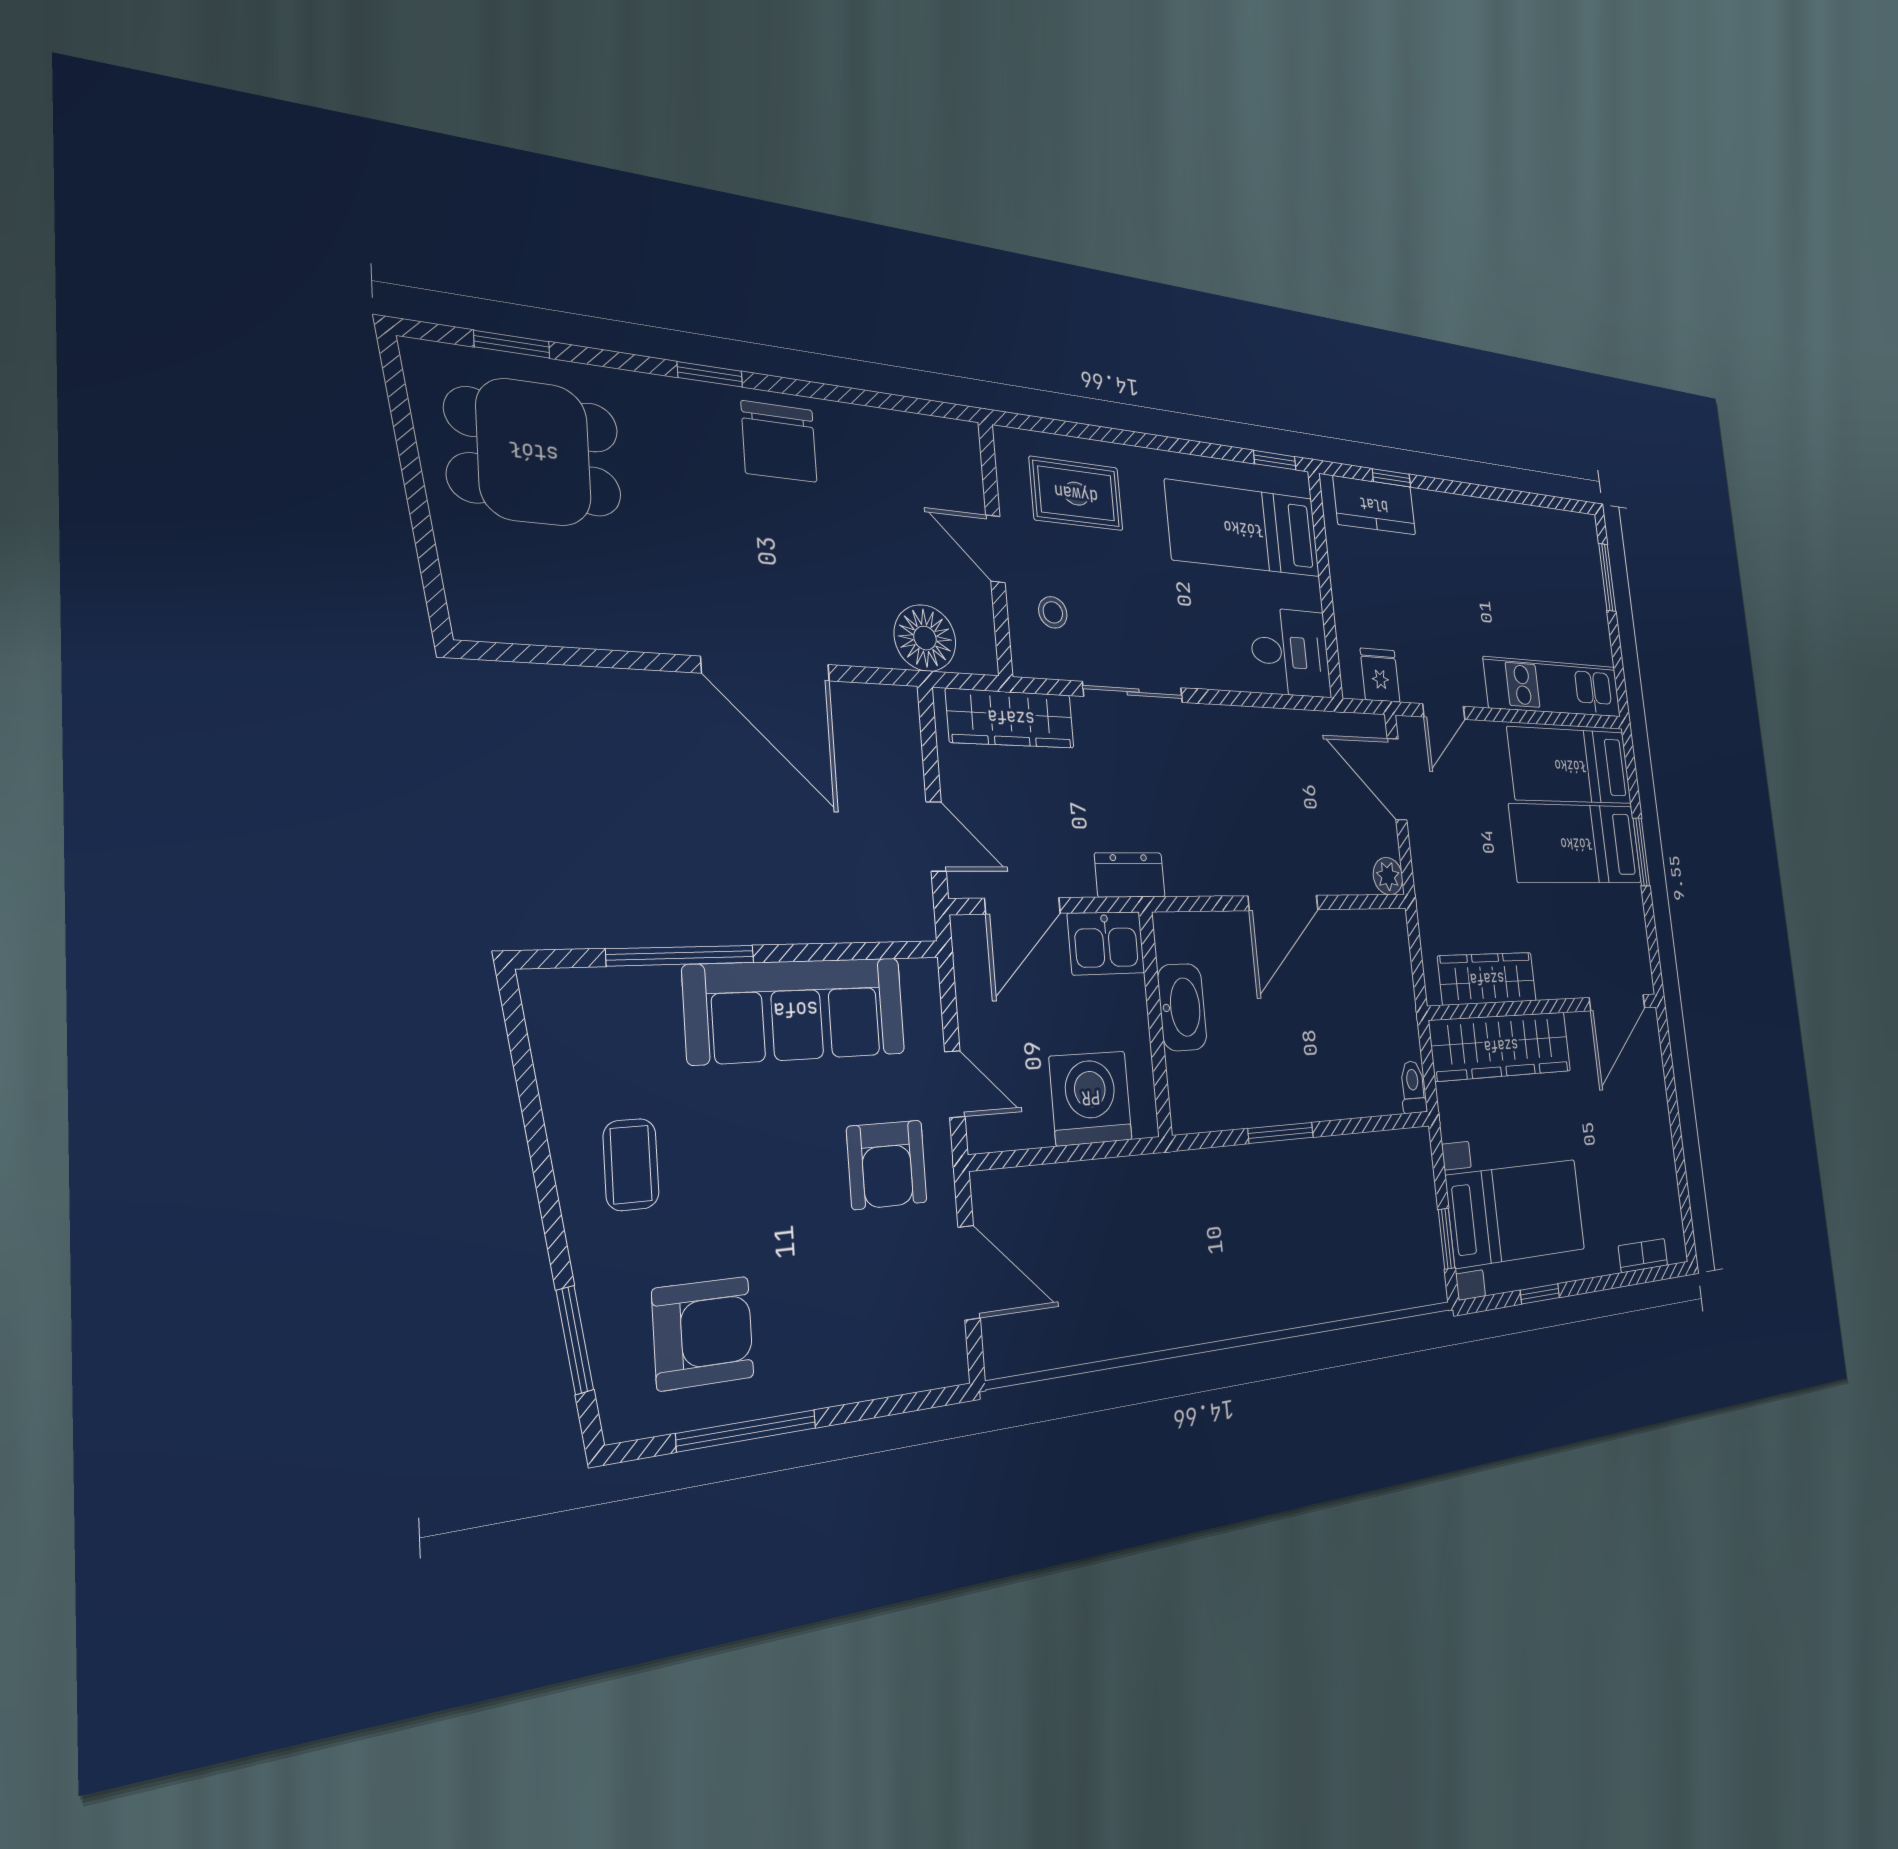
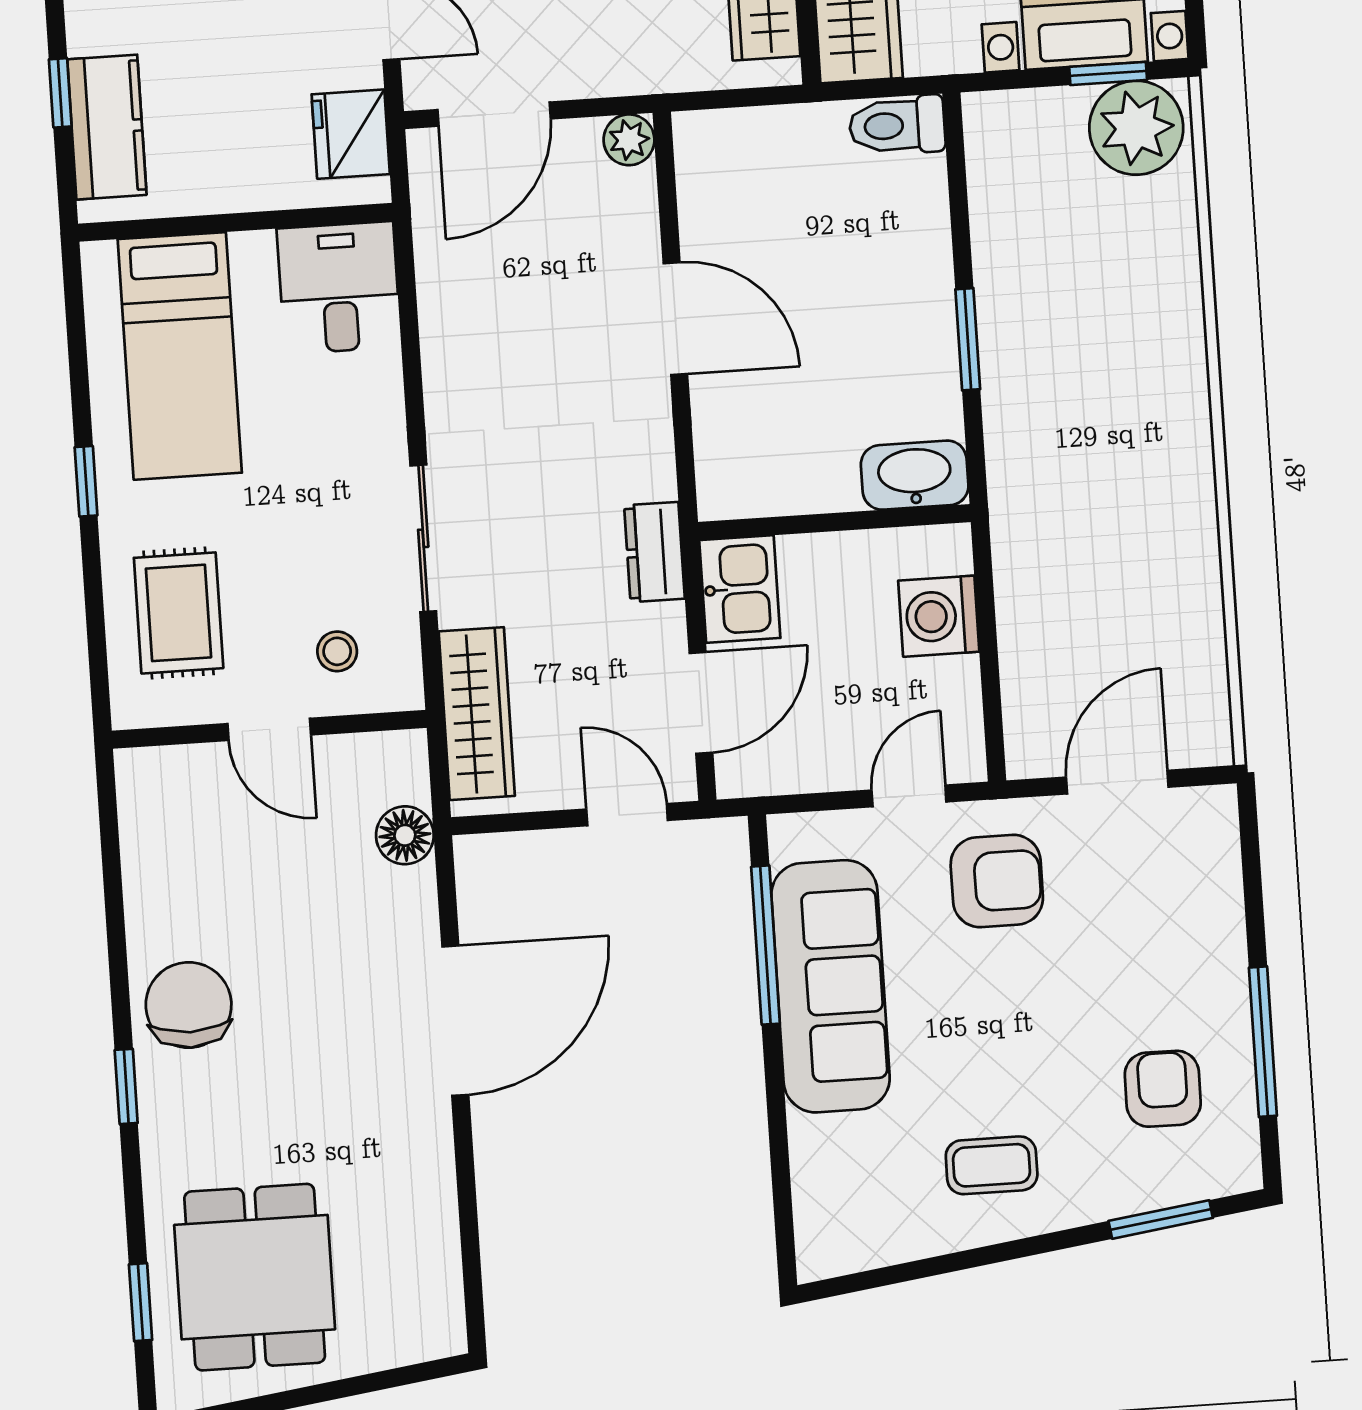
chair: (779, 442) -> (189, 1005), turned -90
window: (1275, 460) -> (86, 481), moved
door: (995, 549) -> (269, 729), hinge flipped
floor lamp: (925, 638) -> (405, 835), width x0.73, depth x0.73
fridge: (1380, 675) -> (351, 134), width x1.38
door: (936, 836) -> (627, 815), hinge flipped
door: (1023, 906) -> (701, 703), hinge flipped
window: (681, 956) -> (765, 945), moved
washbasin: (1182, 1007) -> (915, 475), moved
toilet: (1413, 1087) -> (897, 125), width x1.37, depth x1.39
washing machine: (1091, 1098) -> (939, 616), width x0.73, depth x0.73
plant: (1416, 1262) -> (1136, 128), added
armchair: (703, 1333) -> (1163, 1089), width x0.72, depth x0.72

